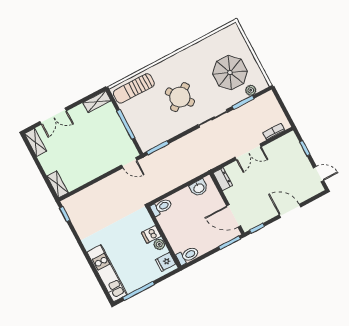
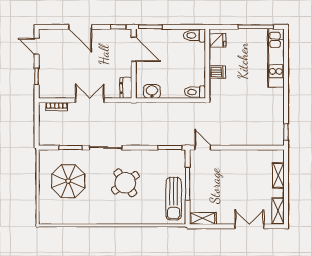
sun lounger: (134, 88) -> (174, 199), moved, turned 90
plant: (251, 90) -> (58, 155), removed
shelving: (57, 184) -> (278, 175), moved
plant: (159, 244) -> (215, 59), removed

